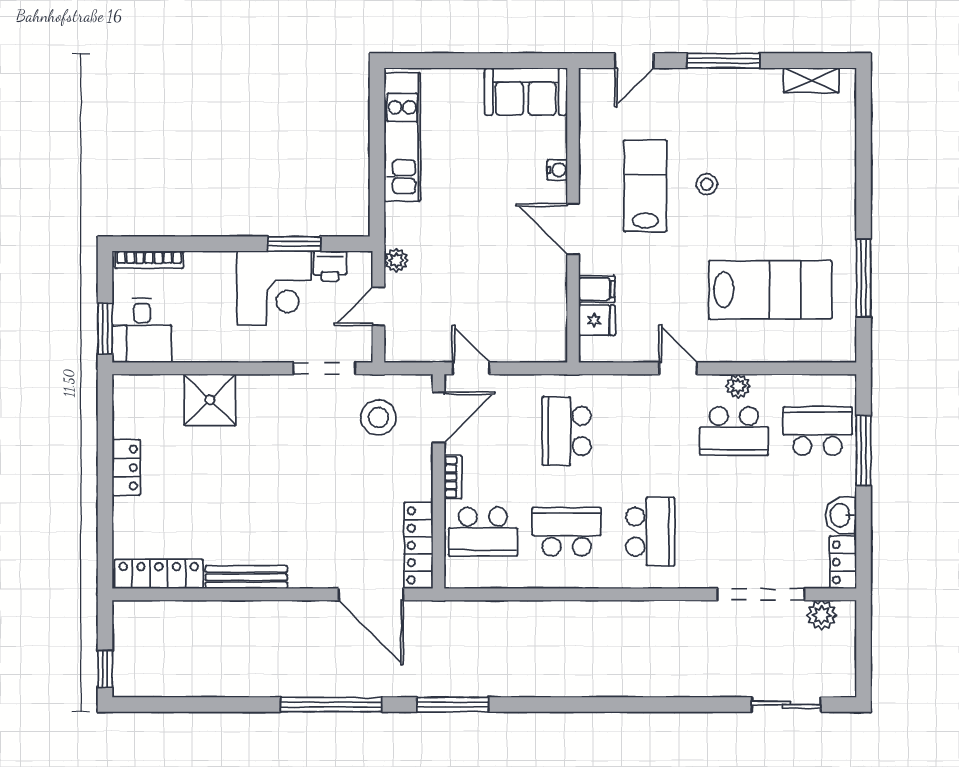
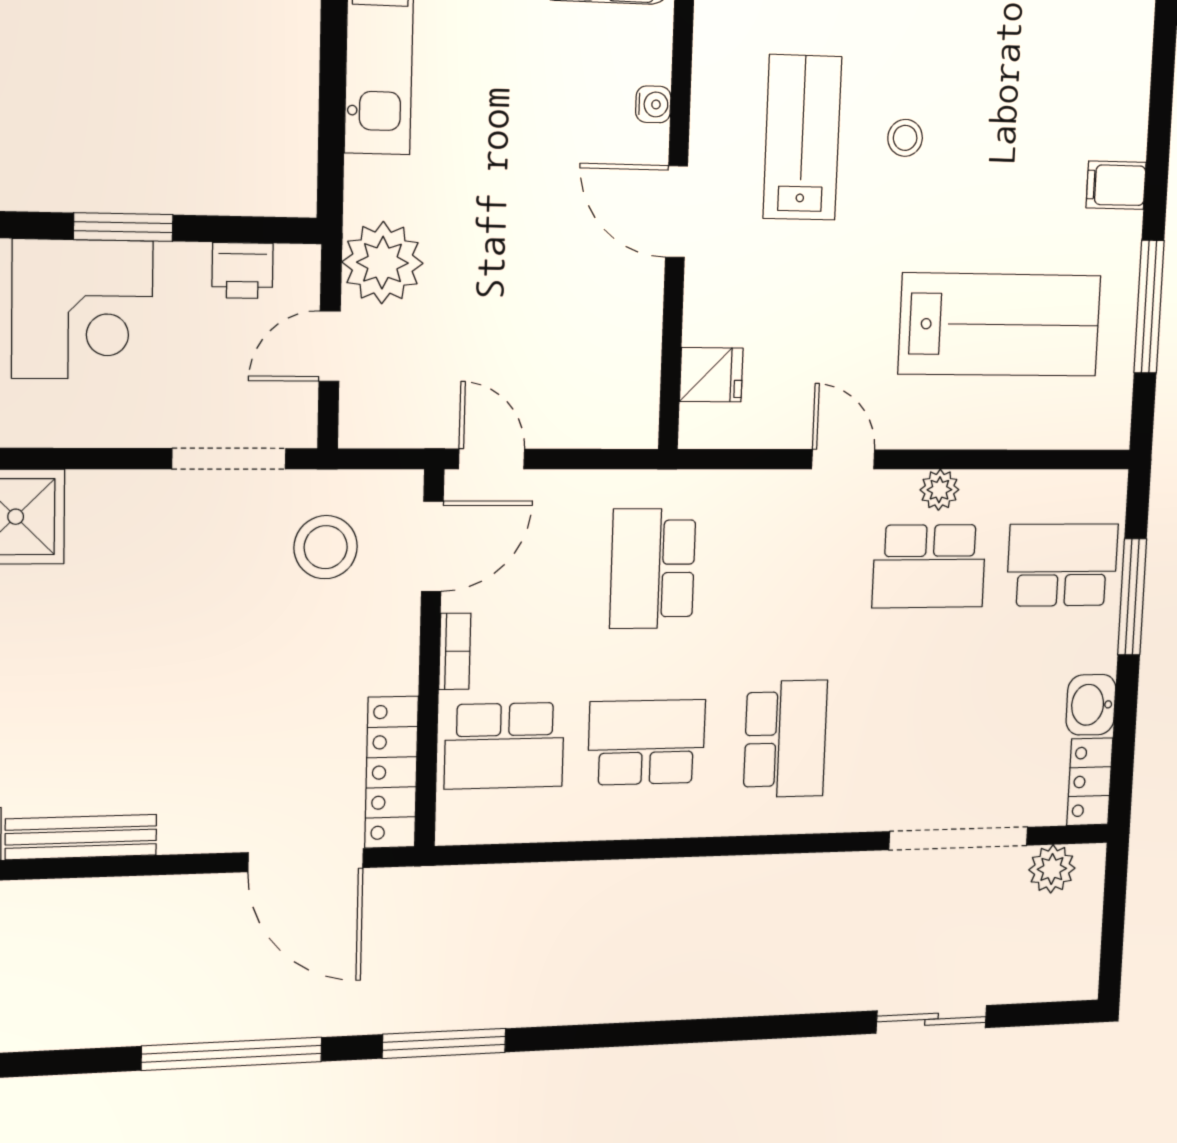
window: (294, 244) -> (123, 227), moved
plant: (396, 260) -> (383, 263), width x1.88, depth x1.88
corner desk: (274, 288) -> (82, 310), moved
filing cabinet: (597, 289) -> (1116, 185), moved, turned 180
sliding door: (786, 705) -> (931, 1019), moved

